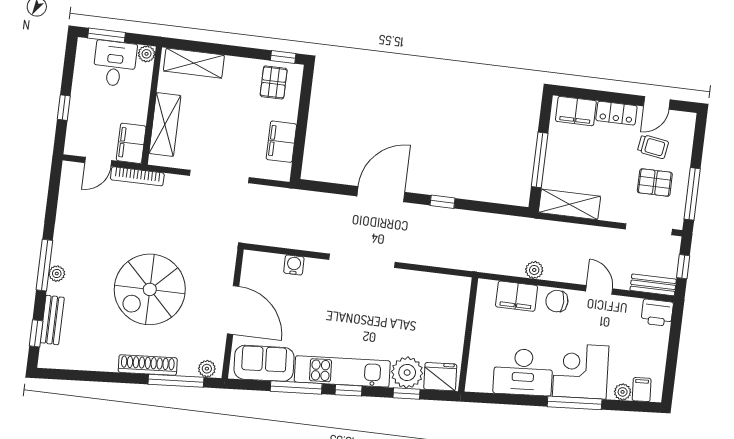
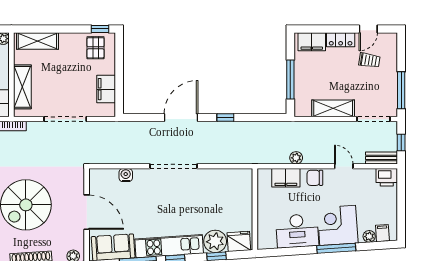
pallet: (655, 183) -> (374, 85), removed
shelving: (570, 204) -> (333, 108), moved

